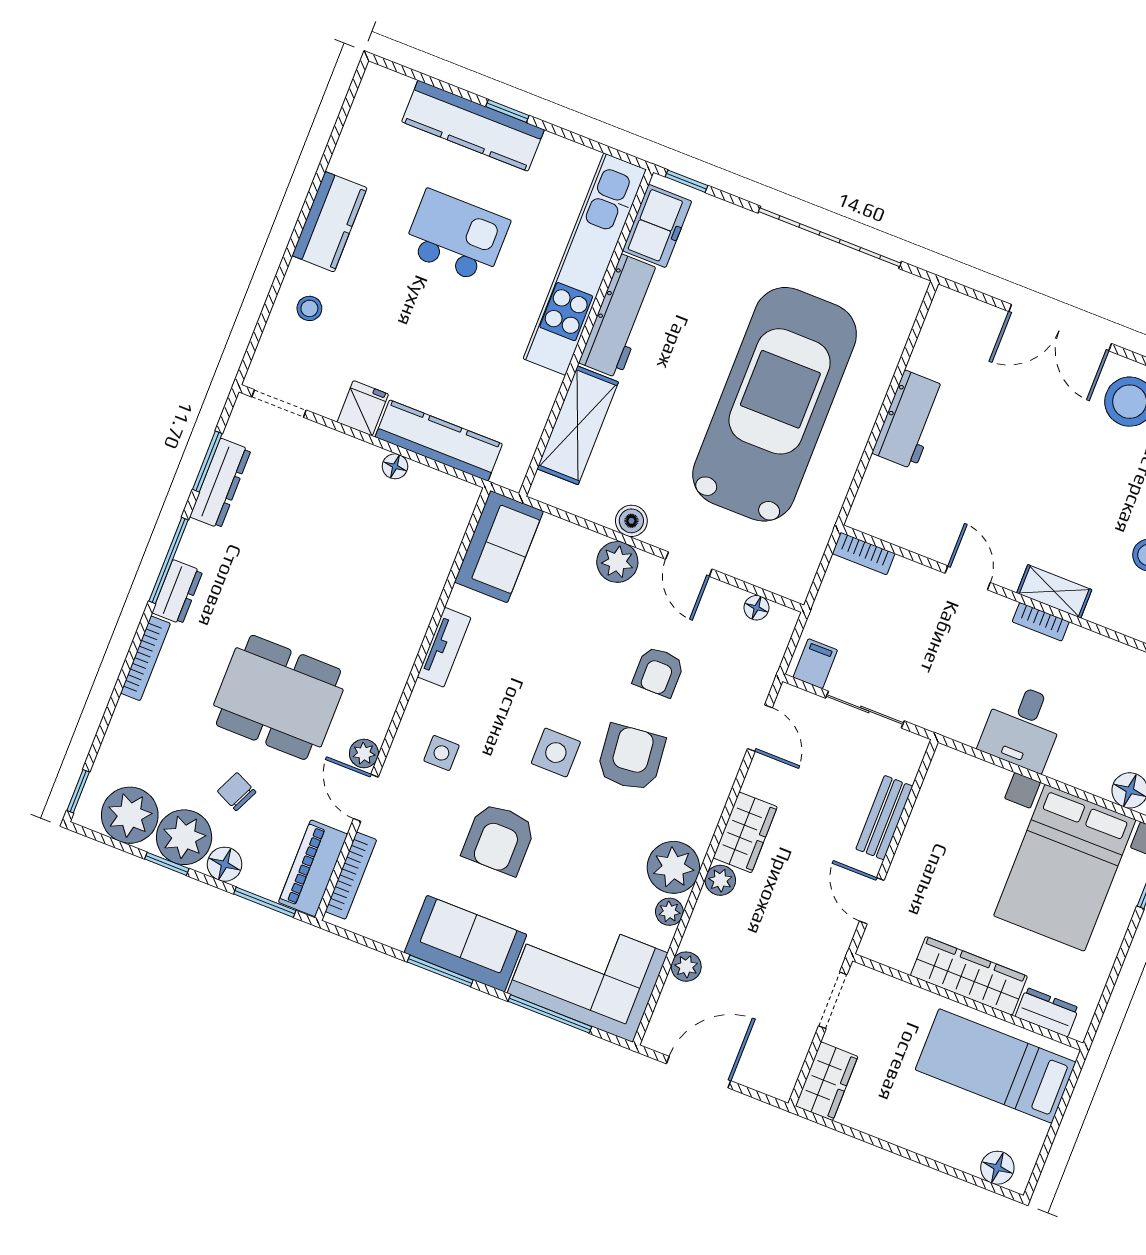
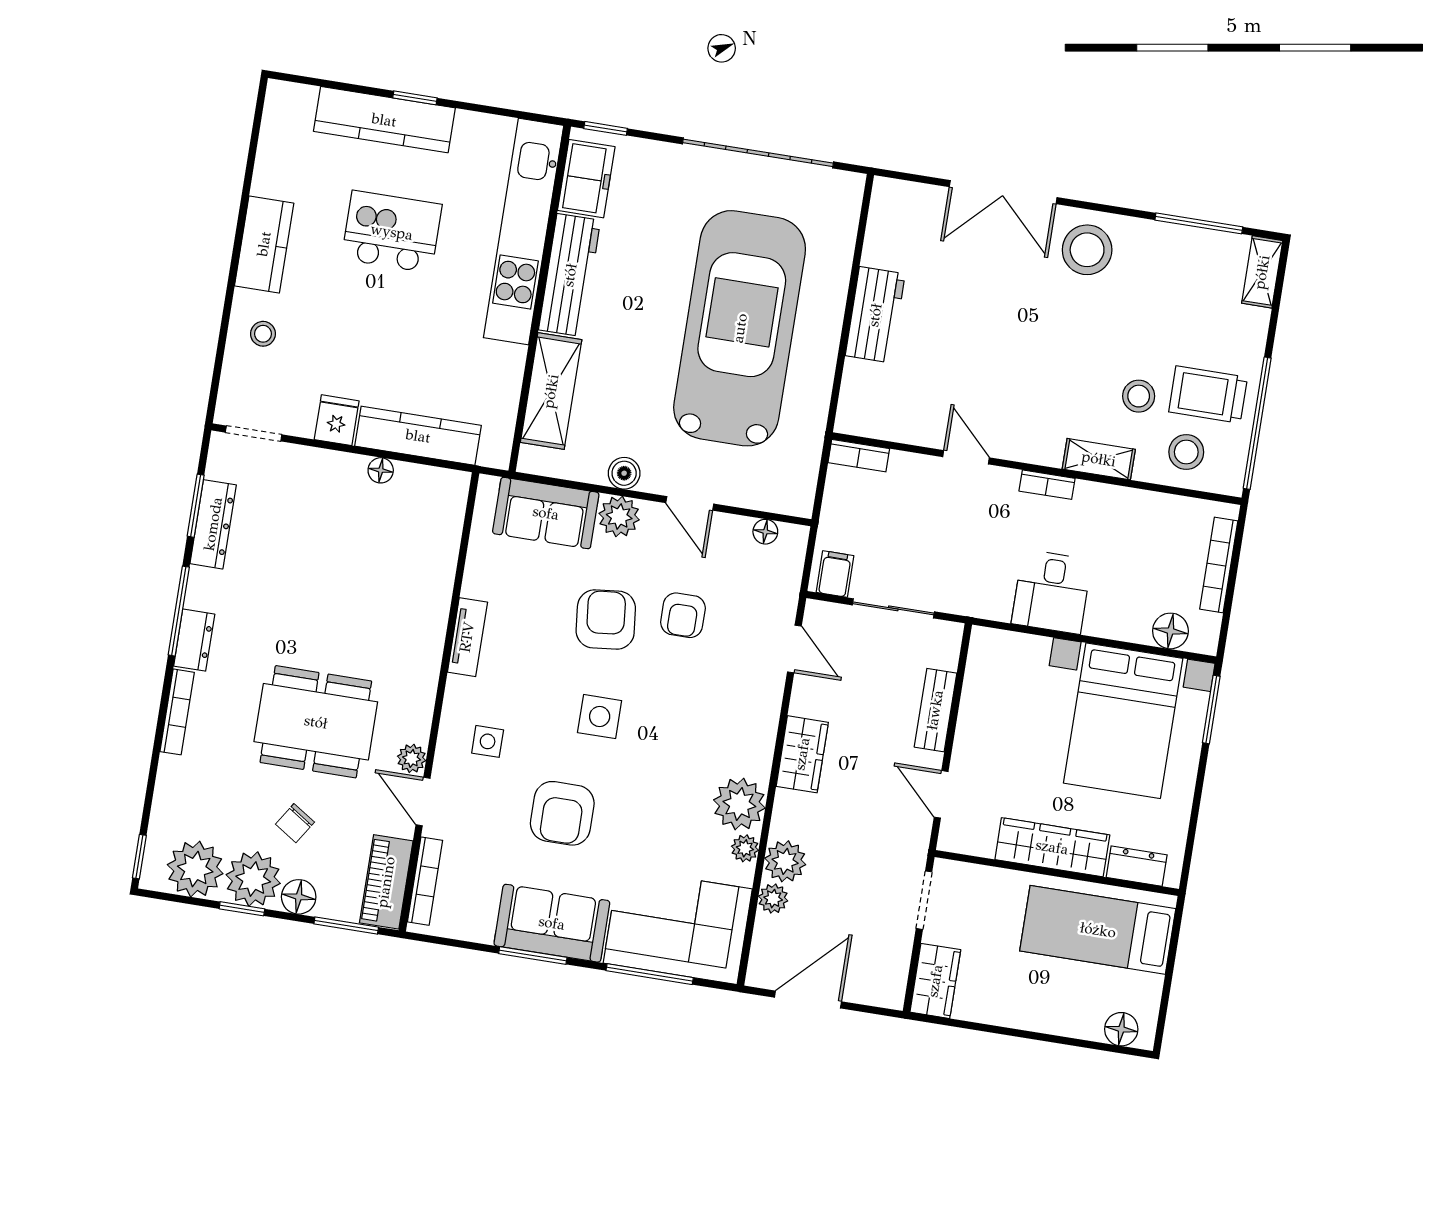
sofa: (499, 547) -> (546, 513), moved, turned 90
shelving: (1054, 591) -> (1099, 459), moved
armchair: (631, 758) -> (606, 620), moved
chair: (237, 792) -> (295, 823), turned -82
plant: (720, 880) -> (785, 861), moved, width x1.38, depth x1.38

